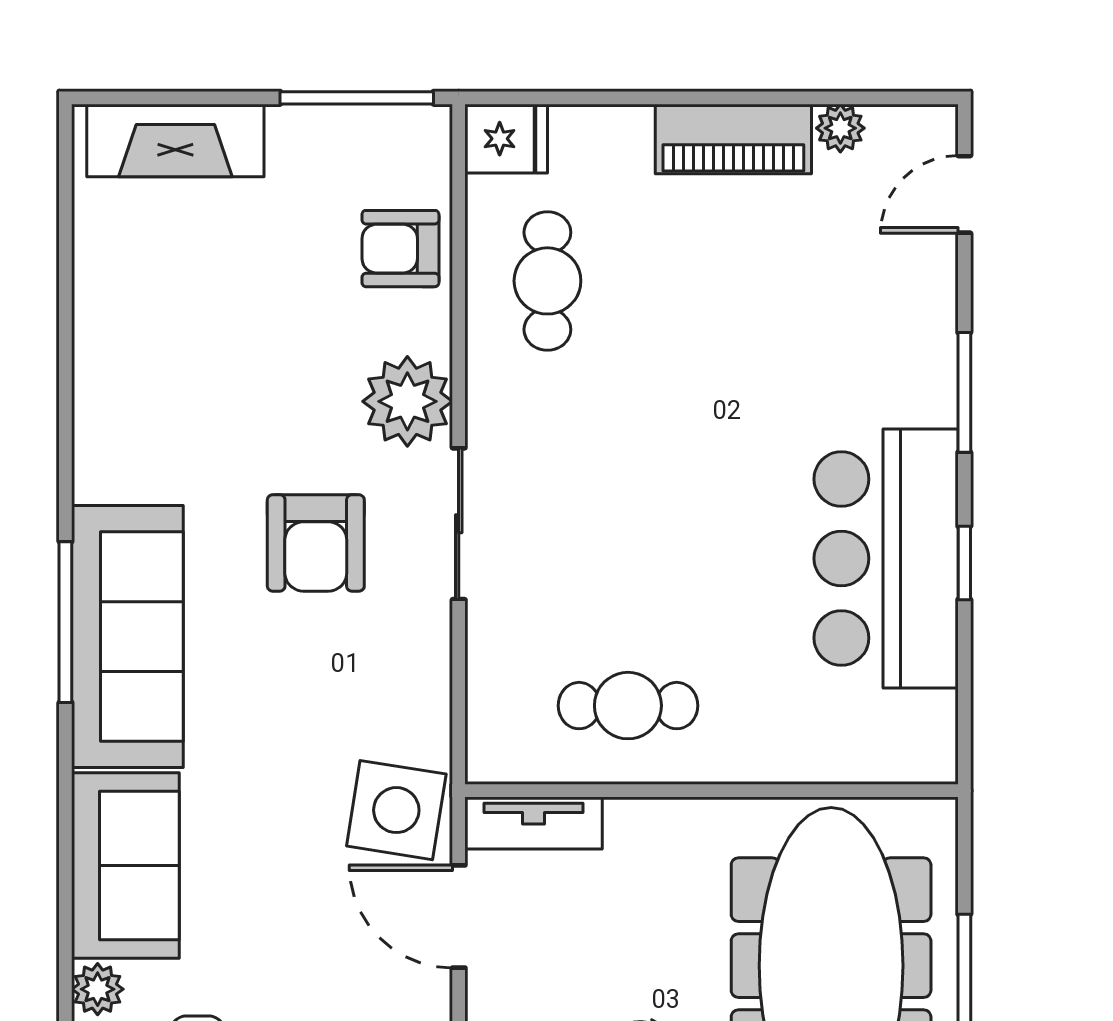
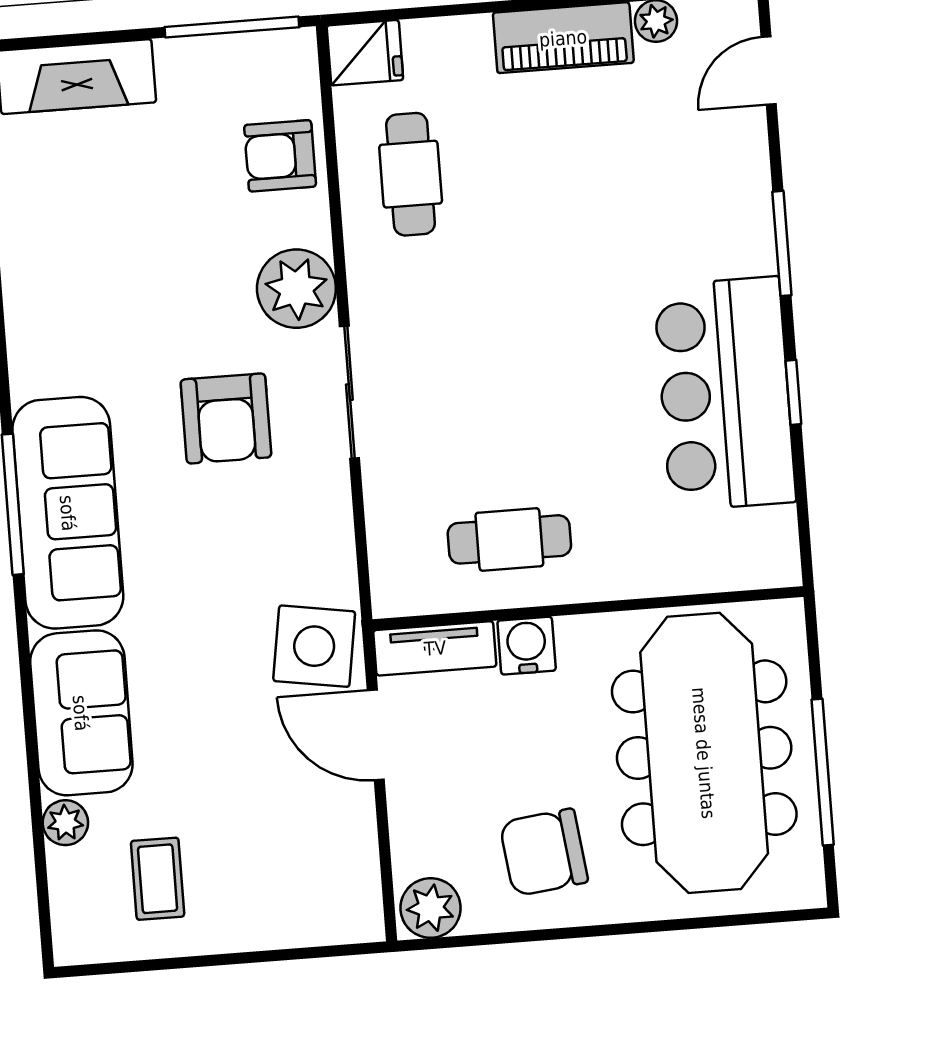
water cooler: (638, 828) -> (527, 646), added

